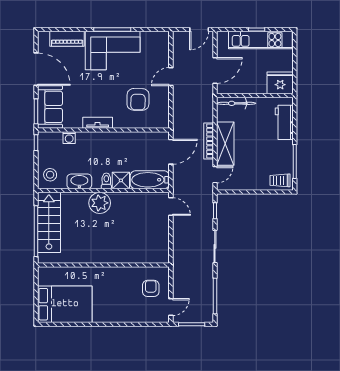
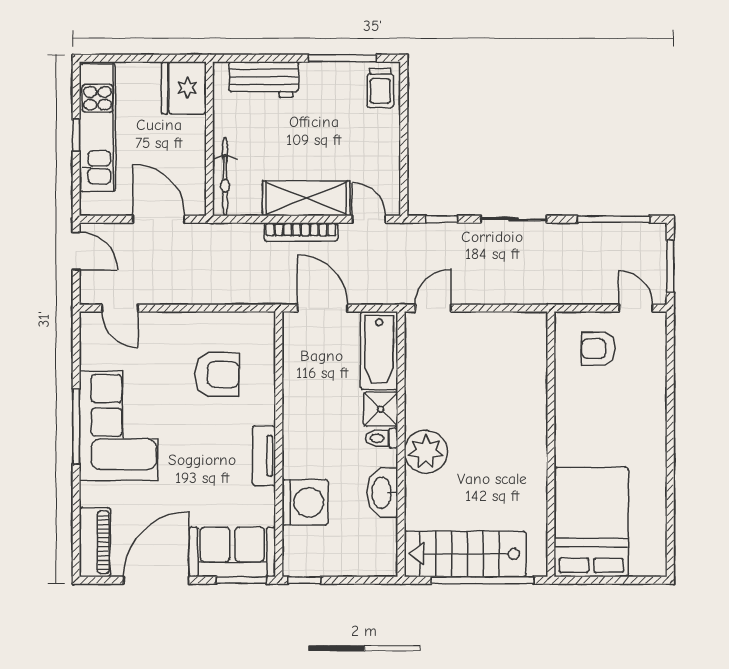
piano: (67, 39) -> (95, 542), moved
door: (171, 77) -> (120, 308), moved
washing machine: (69, 138) -> (305, 502), width x1.89, depth x1.89
stool: (50, 175) -> (369, 552), removed
bed: (65, 304) -> (591, 522), moved

